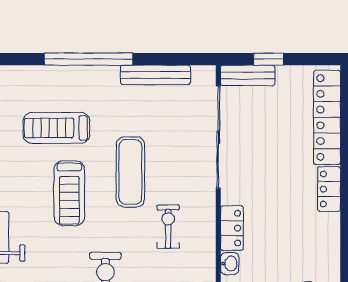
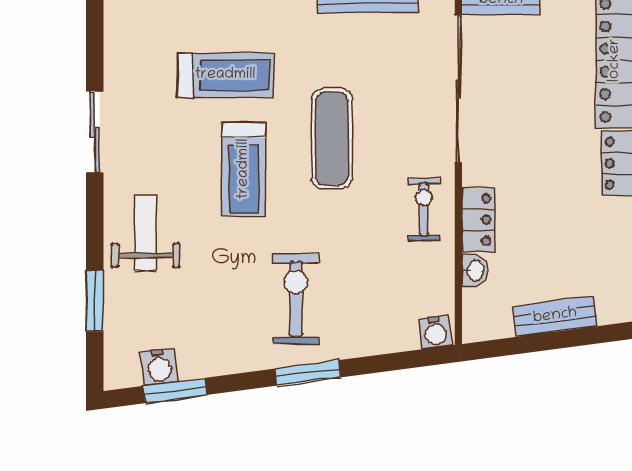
treadmill: (56, 128) -> (225, 75), turned 180
exercise bike: (168, 227) -> (424, 209), moved

